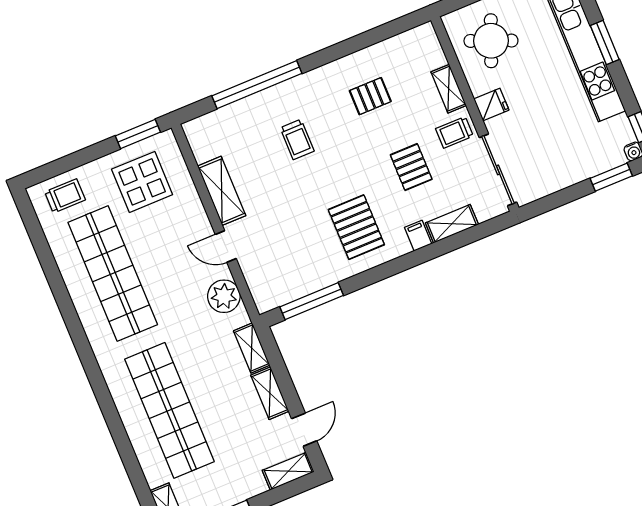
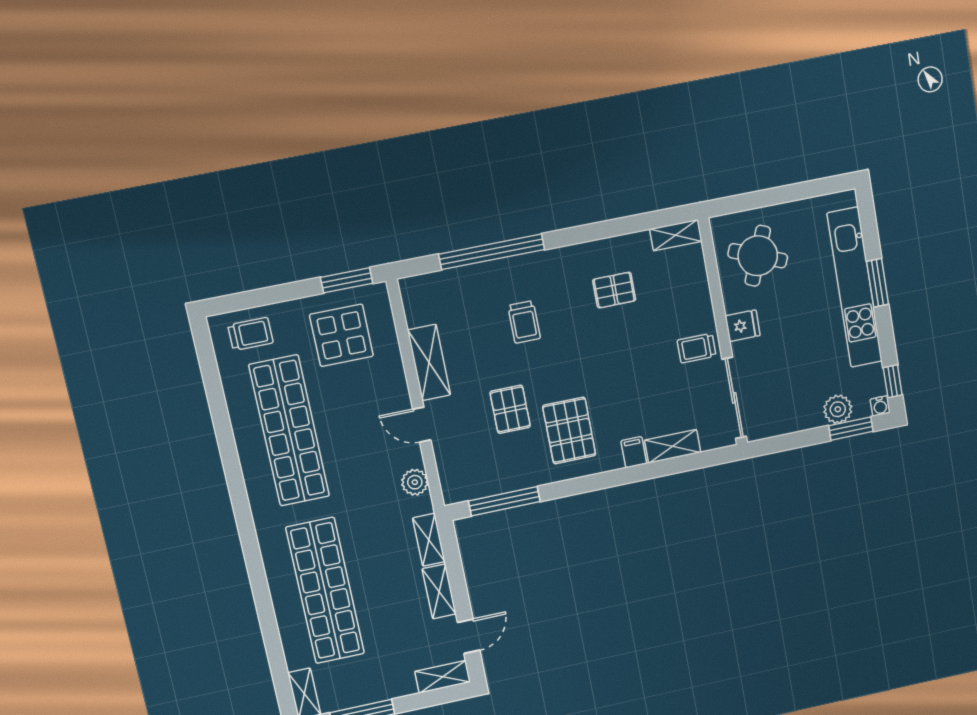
shelving: (449, 89) -> (676, 235), moved, turned 90
plant: (595, 162) -> (838, 409), added
pallet: (411, 167) -> (510, 409), moved
plant: (224, 296) -> (415, 482), width x0.73, depth x0.73

